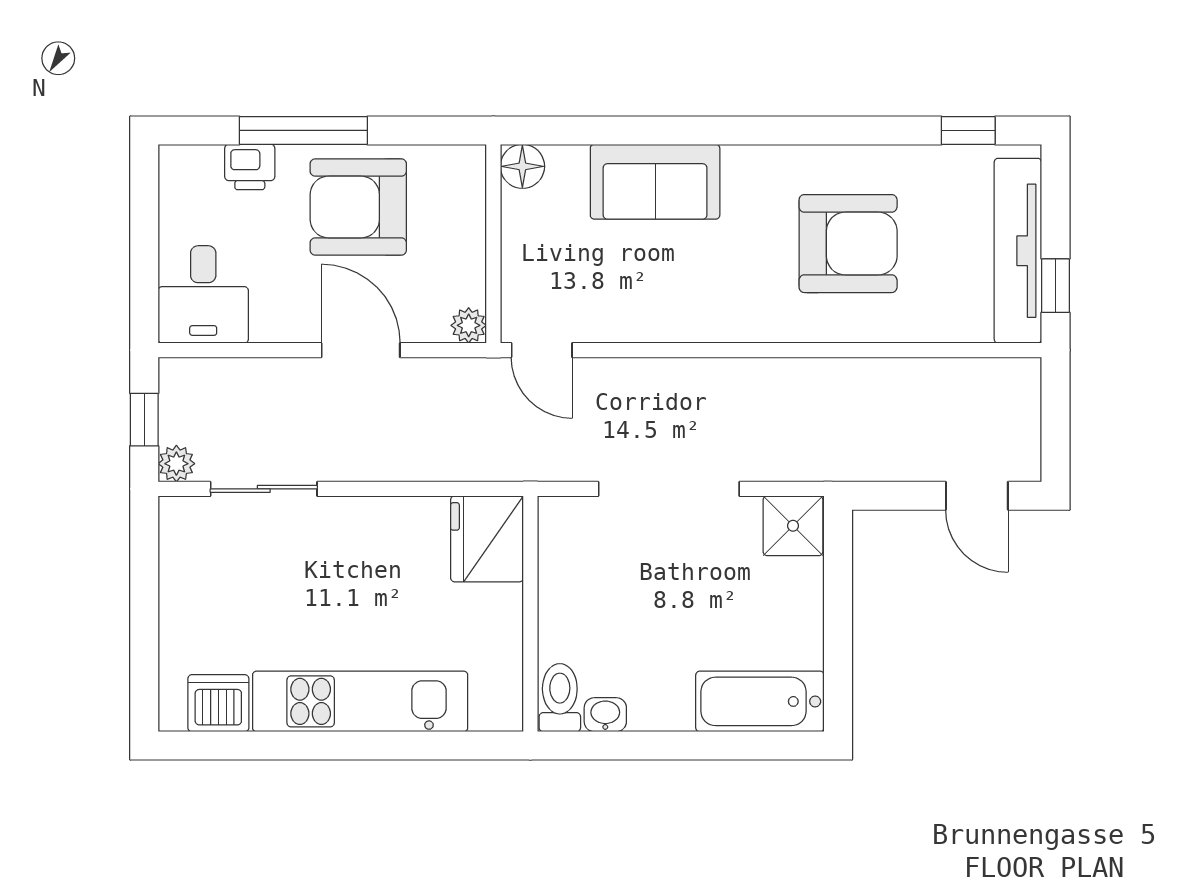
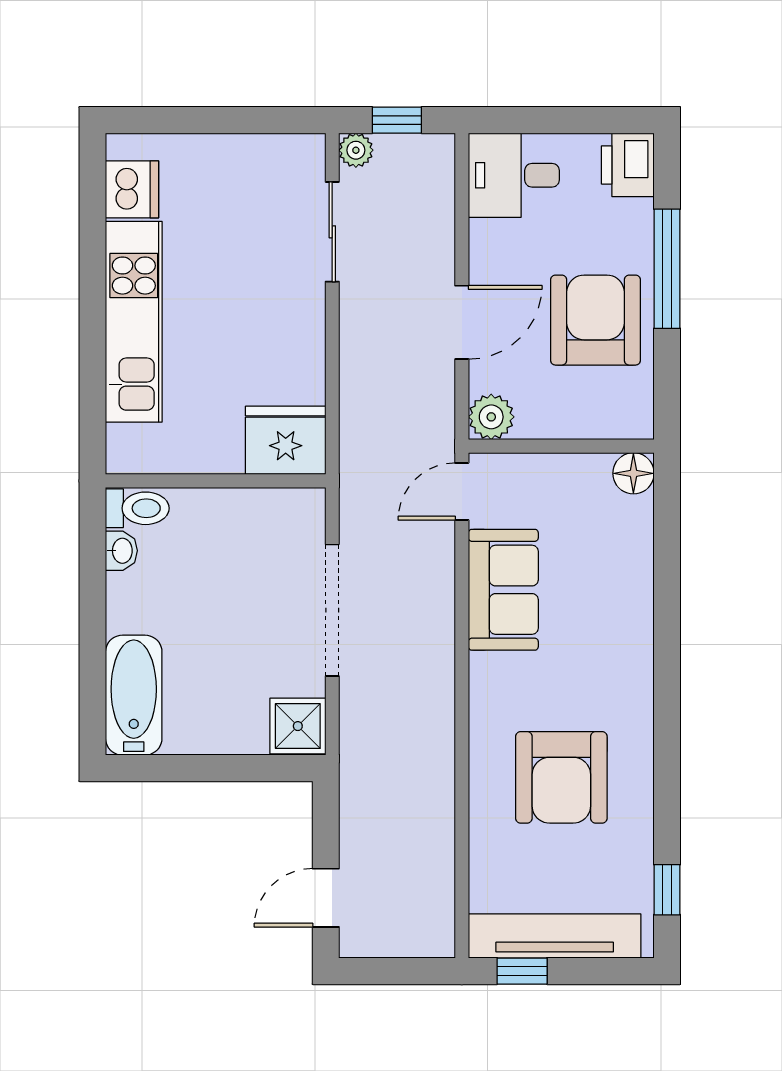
printer: (250, 167) -> (628, 165), moved, width x1.36, depth x1.24
sofa: (655, 182) -> (503, 590), moved, turned 180
plant: (469, 325) -> (491, 417), width x1.38, depth x1.38

